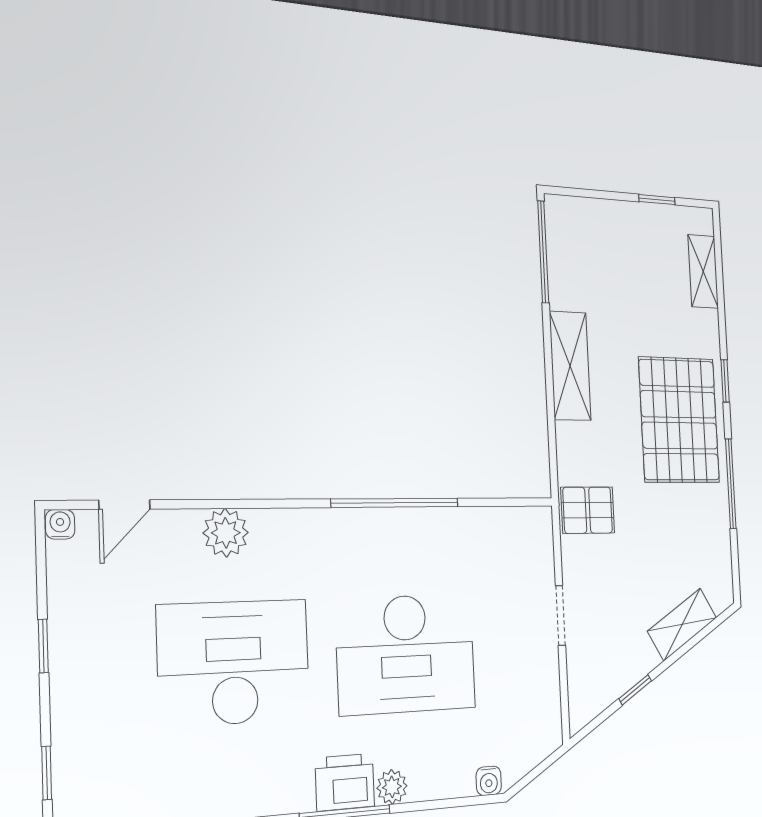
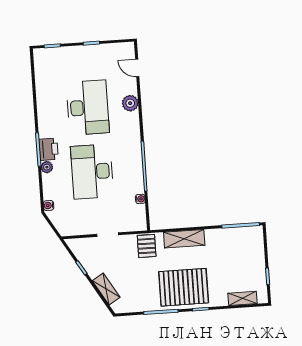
shelving: (570, 366) -> (184, 239), moved
water cooler: (60, 524) -> (140, 199), moved

